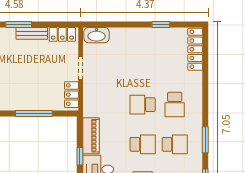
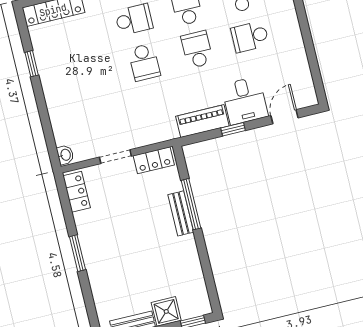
bench: (32, 33) -> (181, 213), moved
washbasin: (96, 35) -> (65, 155), width x0.52, depth x0.69

